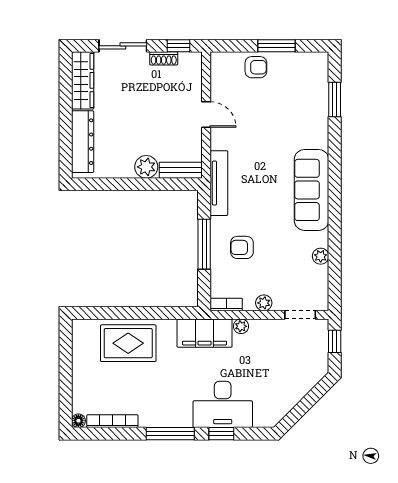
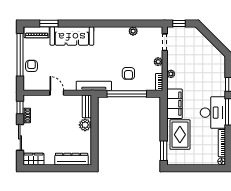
window: (276, 46) -> (20, 55), width x2.11
piano: (318, 77) -> (37, 32), added
wardrobe: (83, 80) -> (33, 159), width x0.67
door: (206, 114) -> (57, 93), hinge flipped
sofa: (311, 190) -> (72, 36), moved
window: (204, 244) -> (127, 94), width x1.46
window: (98, 313) -> (164, 151), added
filing cabinet: (205, 333) -> (174, 104), moved
desk: (223, 404) -> (213, 113), moved

